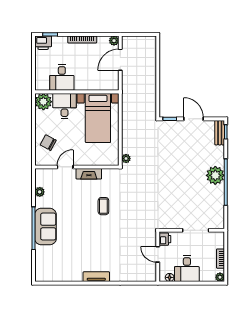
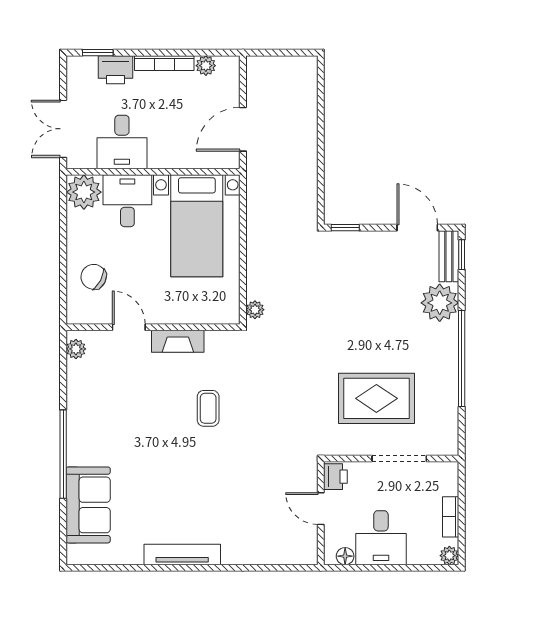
plant: (114, 41) -> (206, 66), moved
printer: (43, 43) -> (115, 70), moved
door: (120, 60) -> (243, 129), moved
double door: (33, 71) -> (63, 129), added
door: (193, 119) -> (417, 228), moved
door: (65, 167) -> (129, 327), hinge flipped
plant: (215, 175) -> (440, 303), moved
plant: (40, 192) -> (76, 349), moved
rug: (185, 201) -> (376, 398), added
sofa: (45, 227) -> (88, 505), moved
tv unit: (96, 277) -> (182, 555), width x1.41

